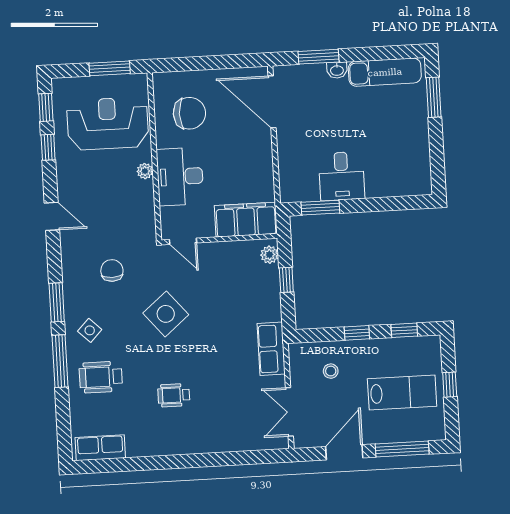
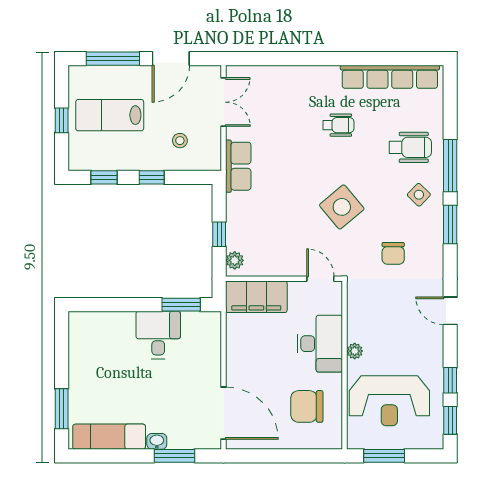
row of seats: (100, 448) -> (390, 77), width x2.02

